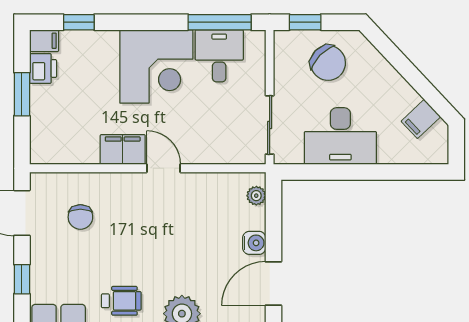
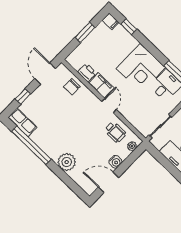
printer: (43, 68) -> (87, 73), moved, turned -90
chair: (80, 217) -> (72, 87), moved
wheelchair: (121, 301) -> (115, 132), moved

